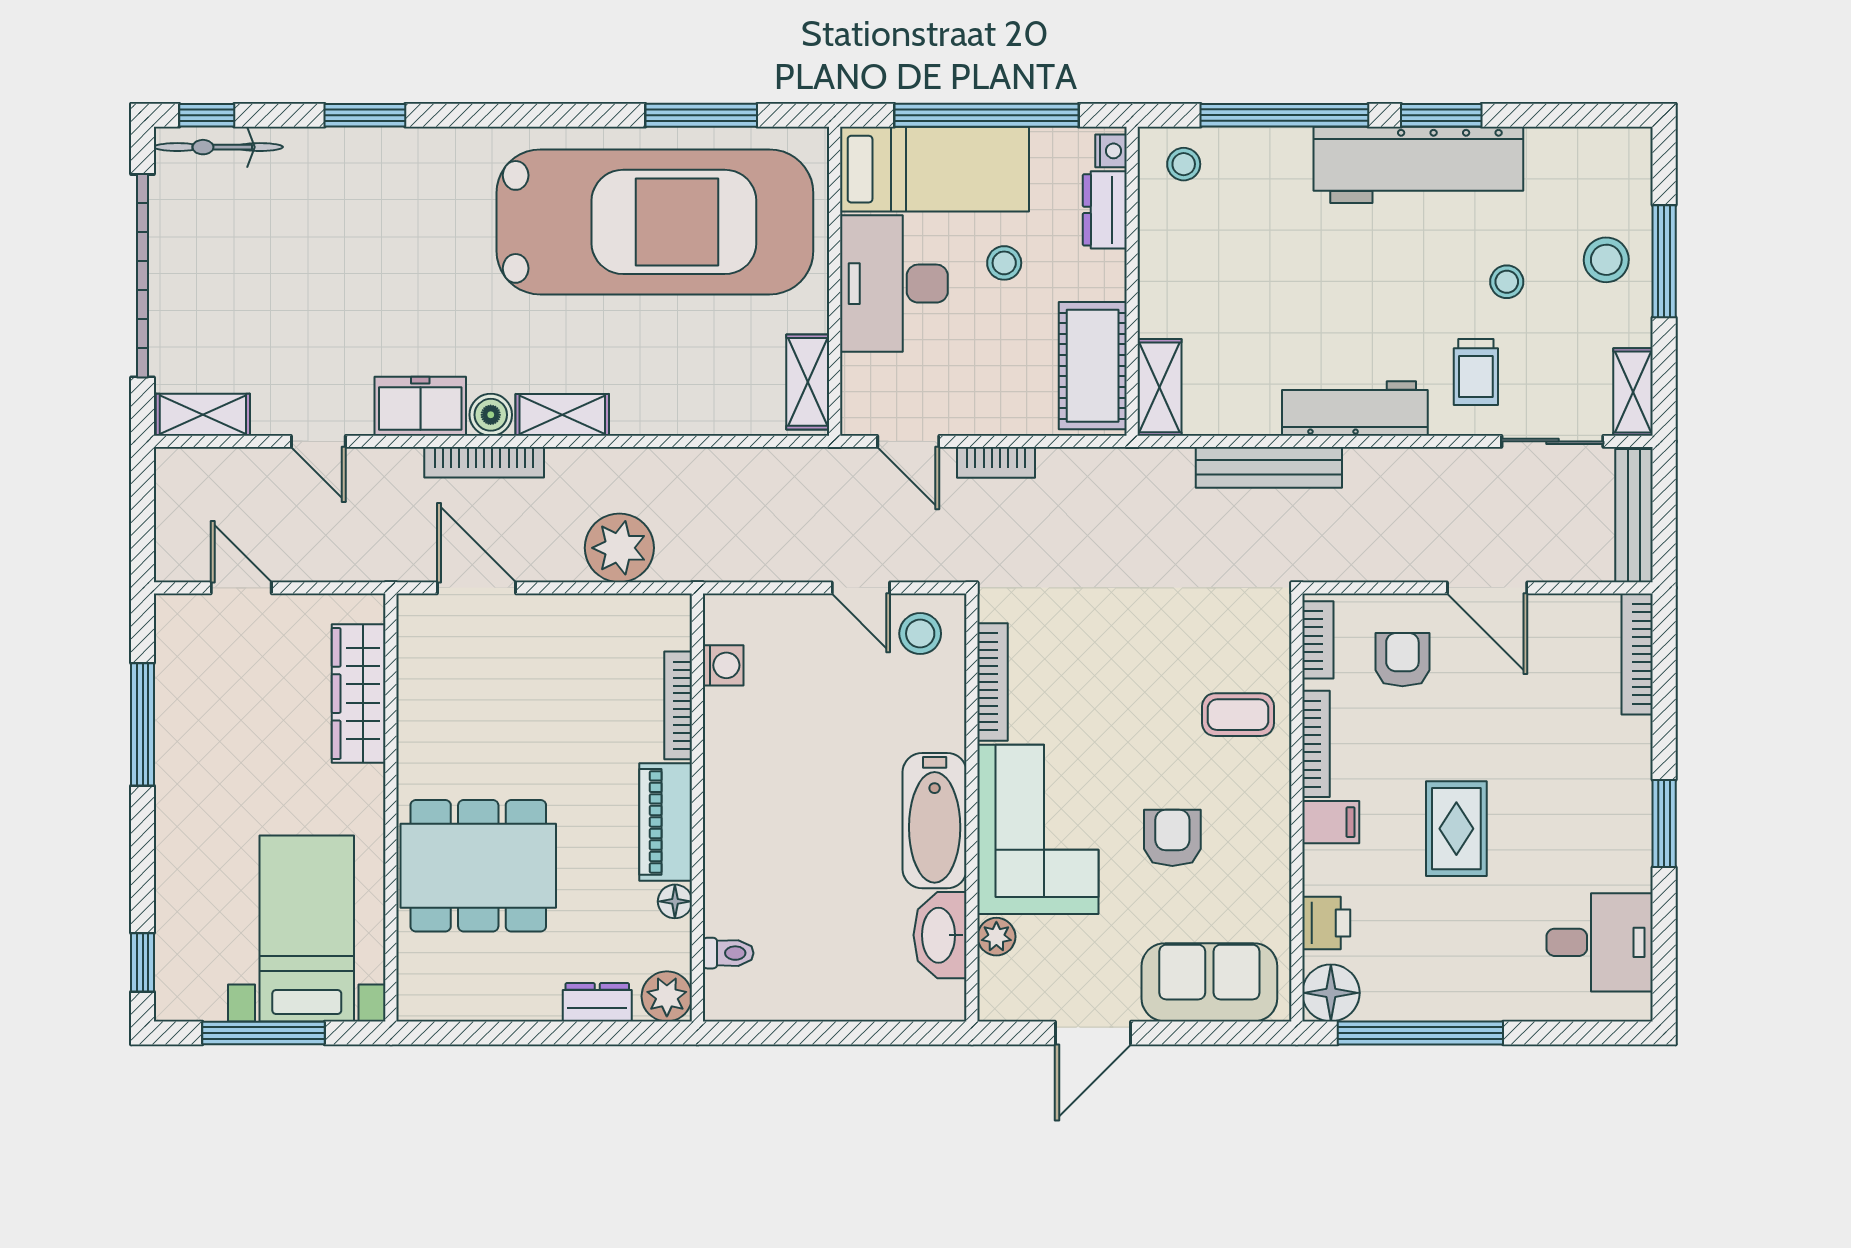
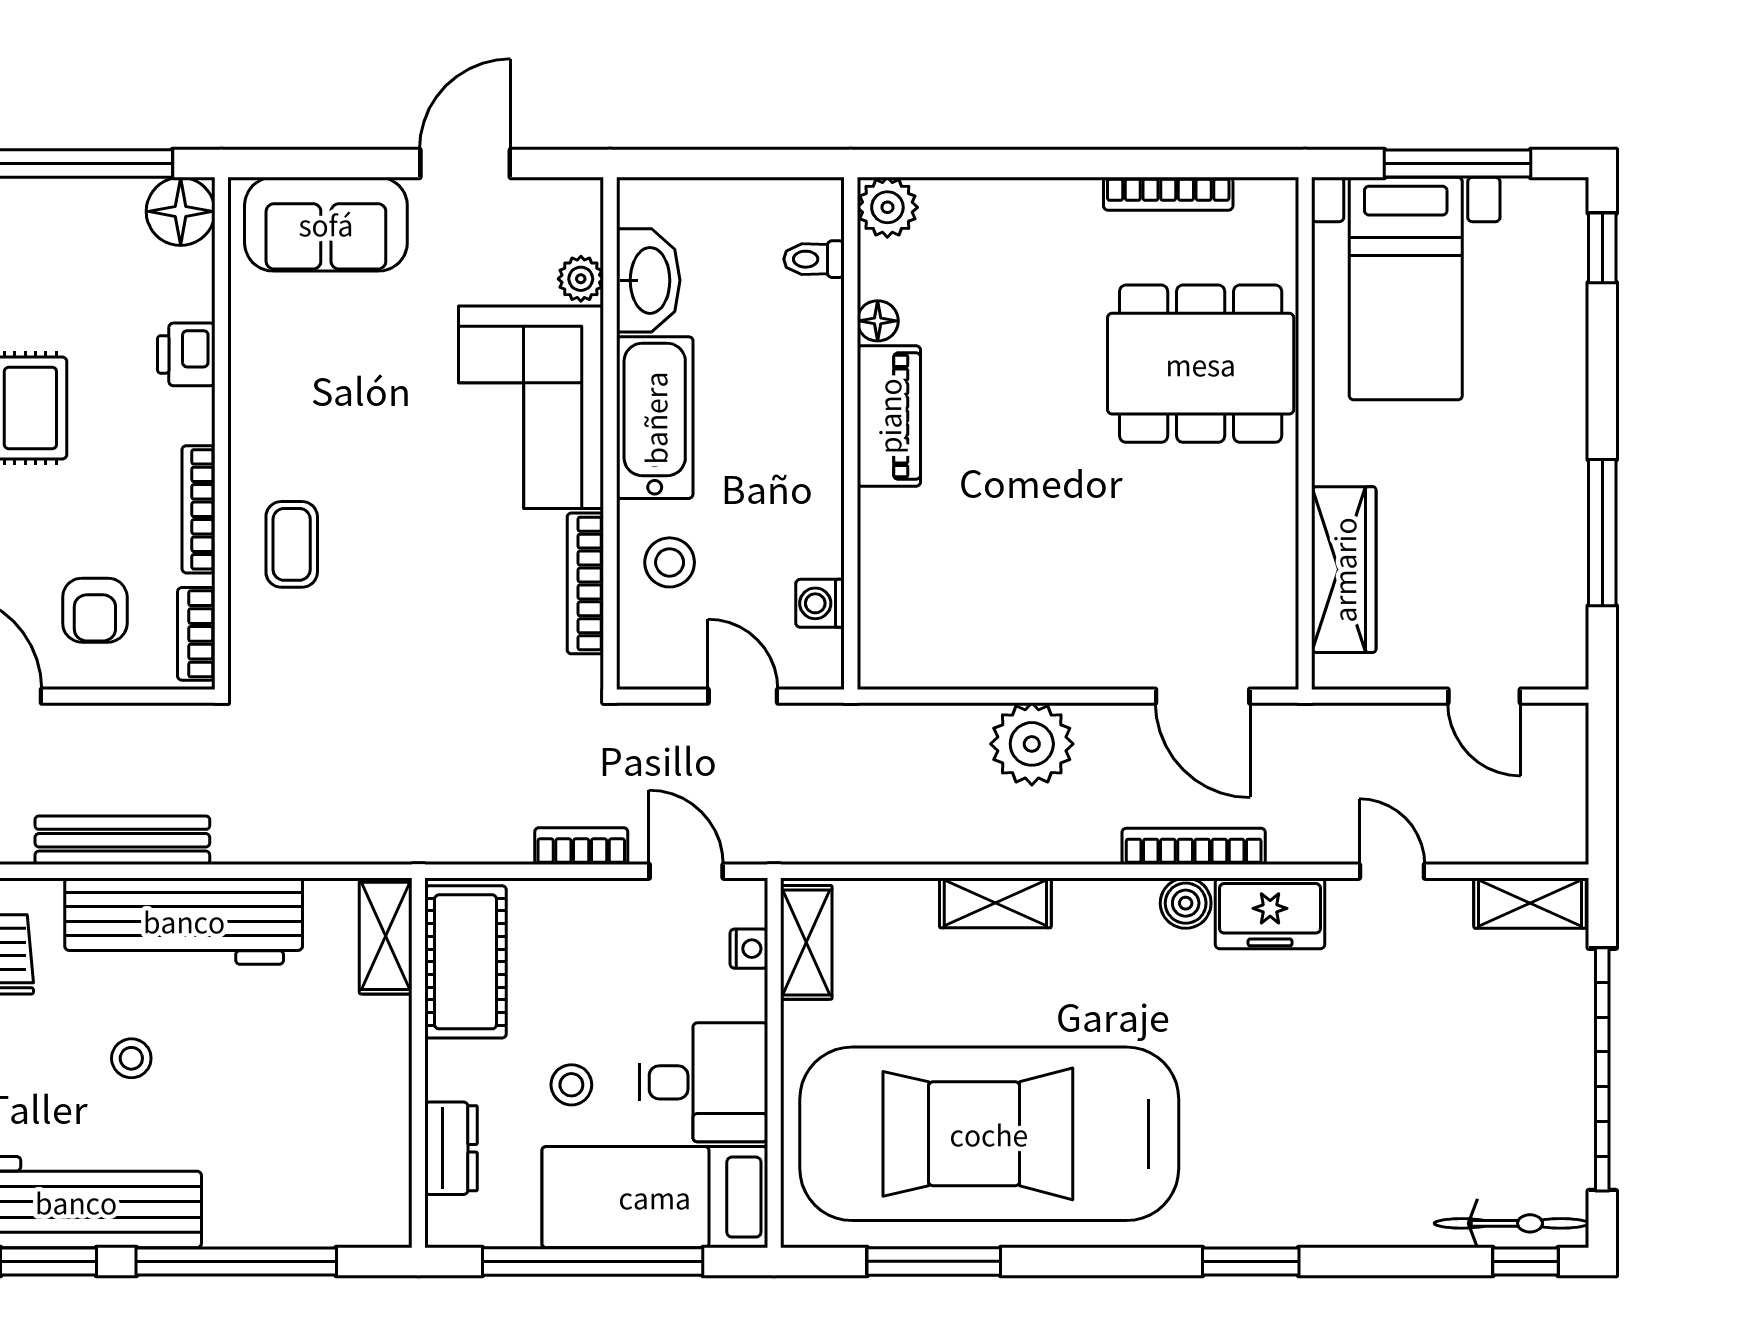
window: (365, 115) -> (1251, 1261), moved
nightstand: (1111, 151) -> (749, 949), moved, turned 180
stool: (1184, 164) -> (131, 1058), moved
desk: (894, 284) -> (703, 1082), width x0.73
workbench: (1355, 409) -> (184, 921), width x1.36, depth x1.32
shelving: (562, 415) -> (995, 903), moved
bench: (1269, 467) -> (122, 840), moved
stool: (920, 634) -> (670, 562), moved
washing machine: (723, 665) -> (820, 603), moved
bookcase: (678, 705) -> (1168, 194), moved, turned 90
coffee table: (1238, 715) -> (292, 544), turned 90
wall: (697, 807) -> (851, 433), moved
piano: (666, 822) -> (889, 416), moved
filing cabinet: (1331, 822) -> (181, 416), removed
armchair: (1172, 838) -> (370, 397), removed
floor lamp: (675, 901) -> (878, 321), moved
printer: (1326, 923) -> (186, 354), moved
toilet: (728, 953) -> (814, 259), moved
plant: (667, 996) -> (887, 207), moved
dresser: (597, 1002) -> (1058, 200), removed

